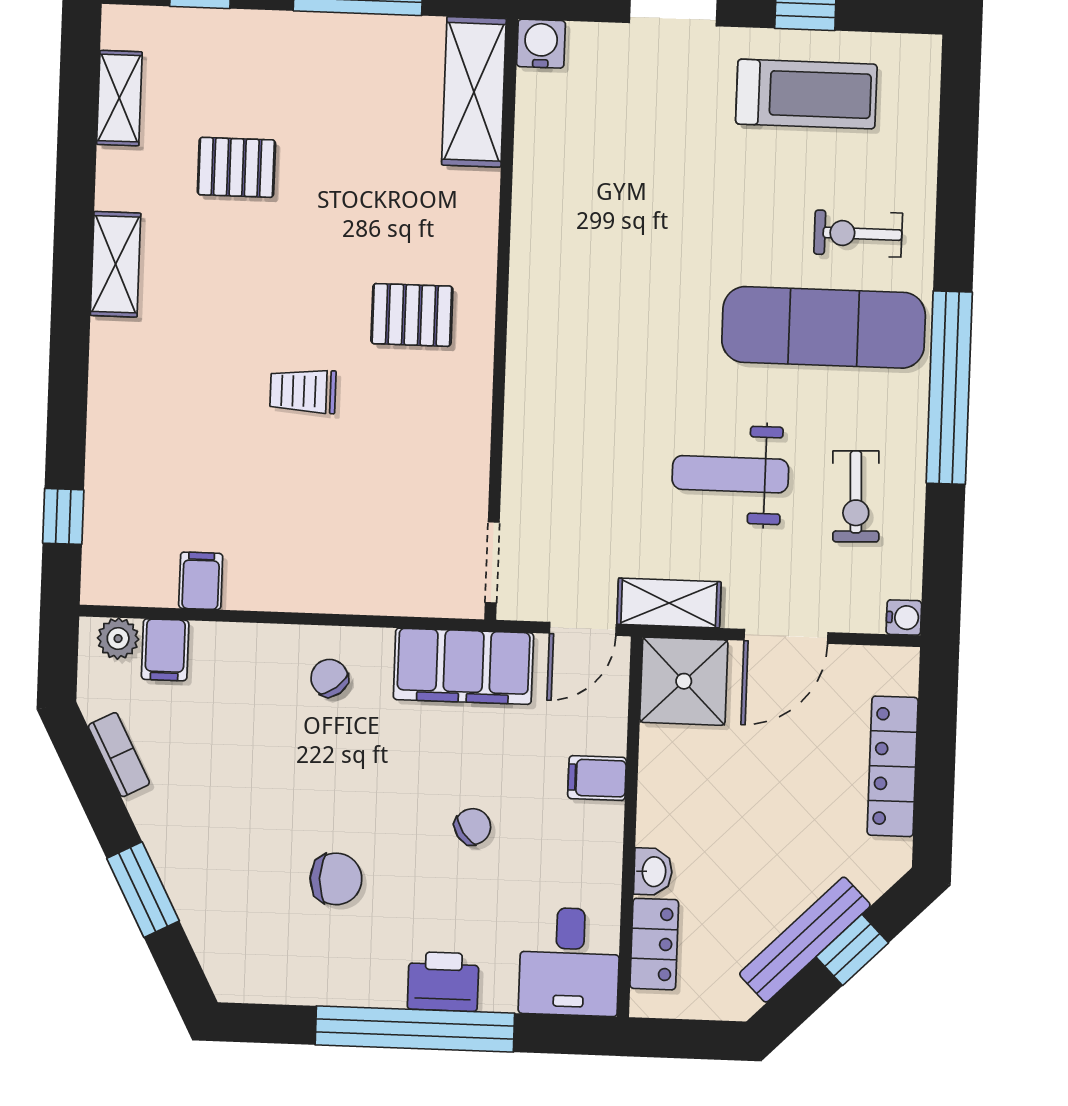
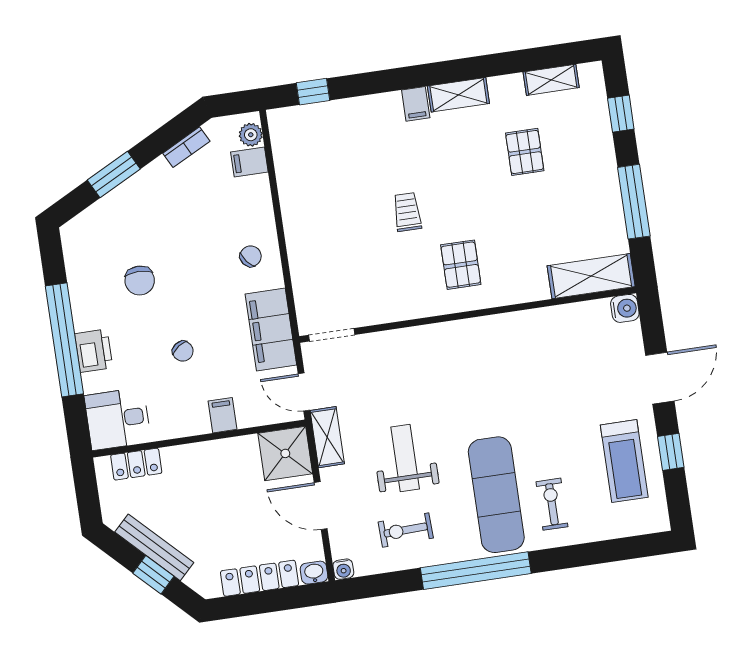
filing cabinet: (201, 581) -> (416, 104), moved, turned 90
washbasin: (653, 872) -> (314, 573), moved, turned 180

